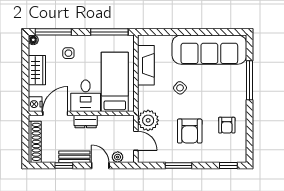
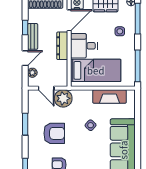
door: (55, 113) -> (69, 20), hinge flipped
dresser: (86, 122) -> (62, 46), width x1.44
armchair: (190, 131) -> (54, 133), turned 180
door: (136, 141) -> (46, 88), hinge flipped

